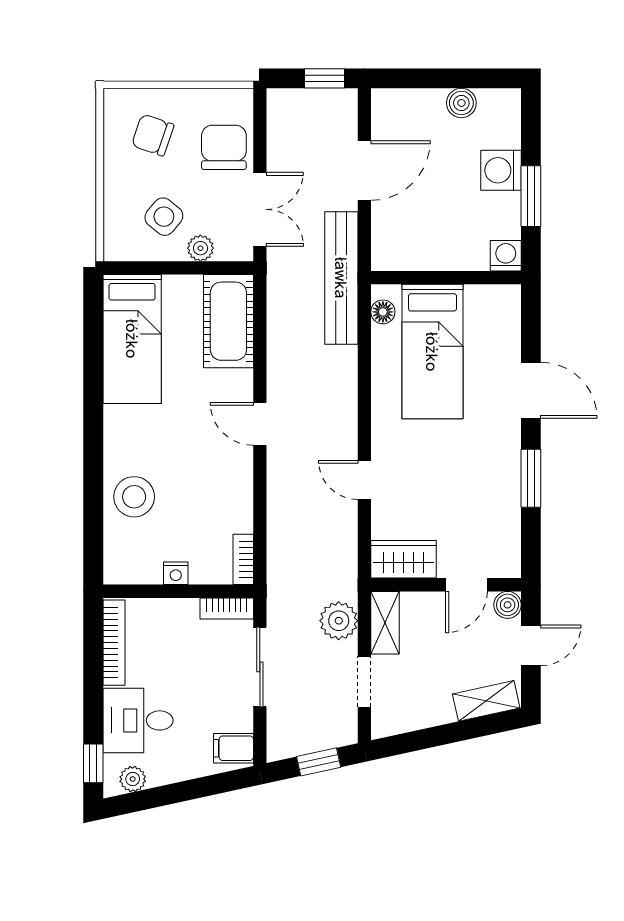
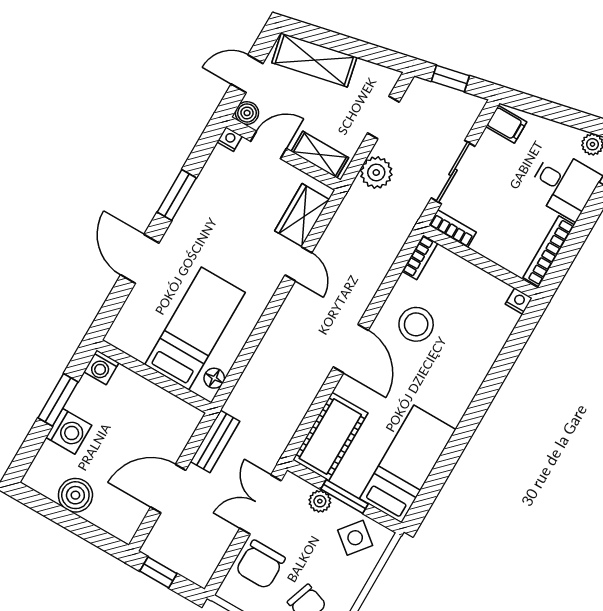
boiler: (461, 103) -> (75, 495), width x1.36, depth x1.36
side table: (164, 217) -> (355, 538), moved
window: (178, 268) -> (345, 496), added
bench: (341, 278) -> (215, 441), width x0.54, depth x0.82
door: (260, 424) -> (351, 349), width x1.38
stool: (134, 497) -> (416, 324), moved
wardrobe: (403, 559) -> (302, 215), moved, turned 90
nightstand: (510, 568) -> (230, 139), added
nightstand: (176, 573) -> (519, 301), moved
shelving: (385, 623) -> (320, 155), moved, turned 90
shelving: (486, 701) -> (314, 60), width x1.50, depth x1.33

